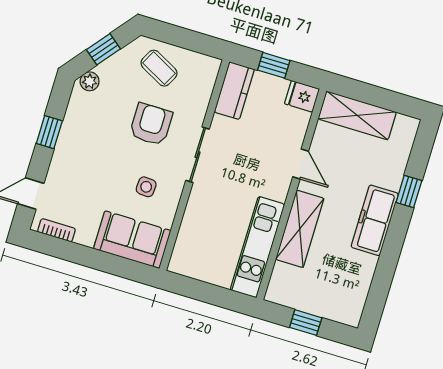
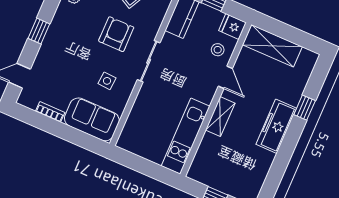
stool: (286, 129) -> (218, 50), added
shelving: (300, 229) -> (220, 117), width x0.67, depth x0.75
bookcase: (57, 230) -> (50, 112), moved

